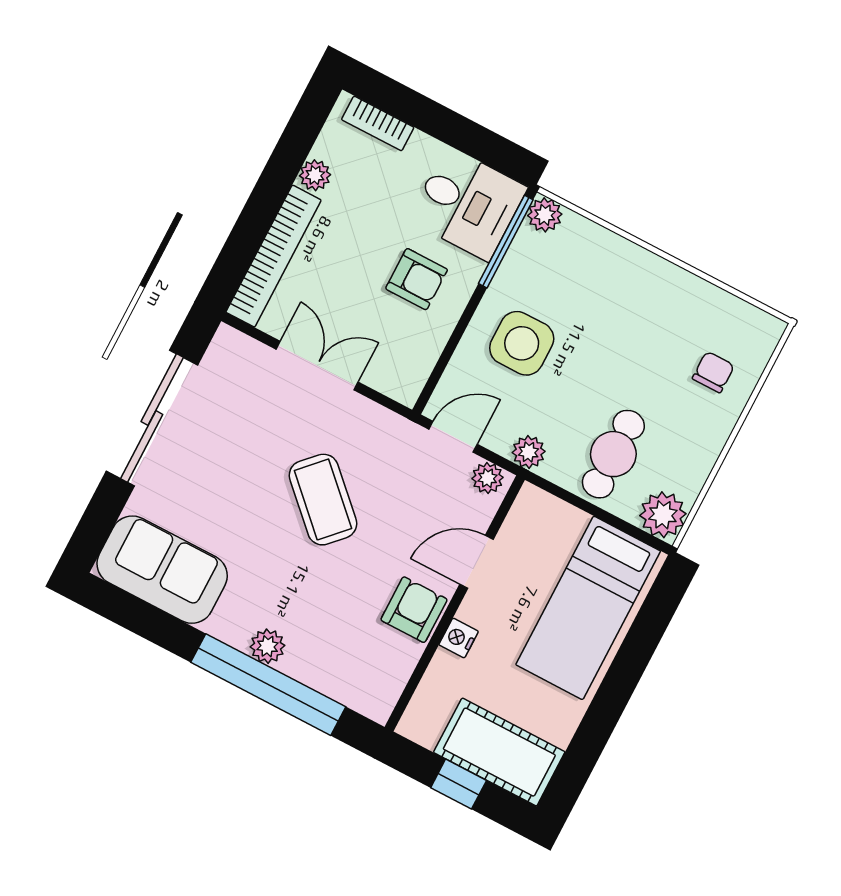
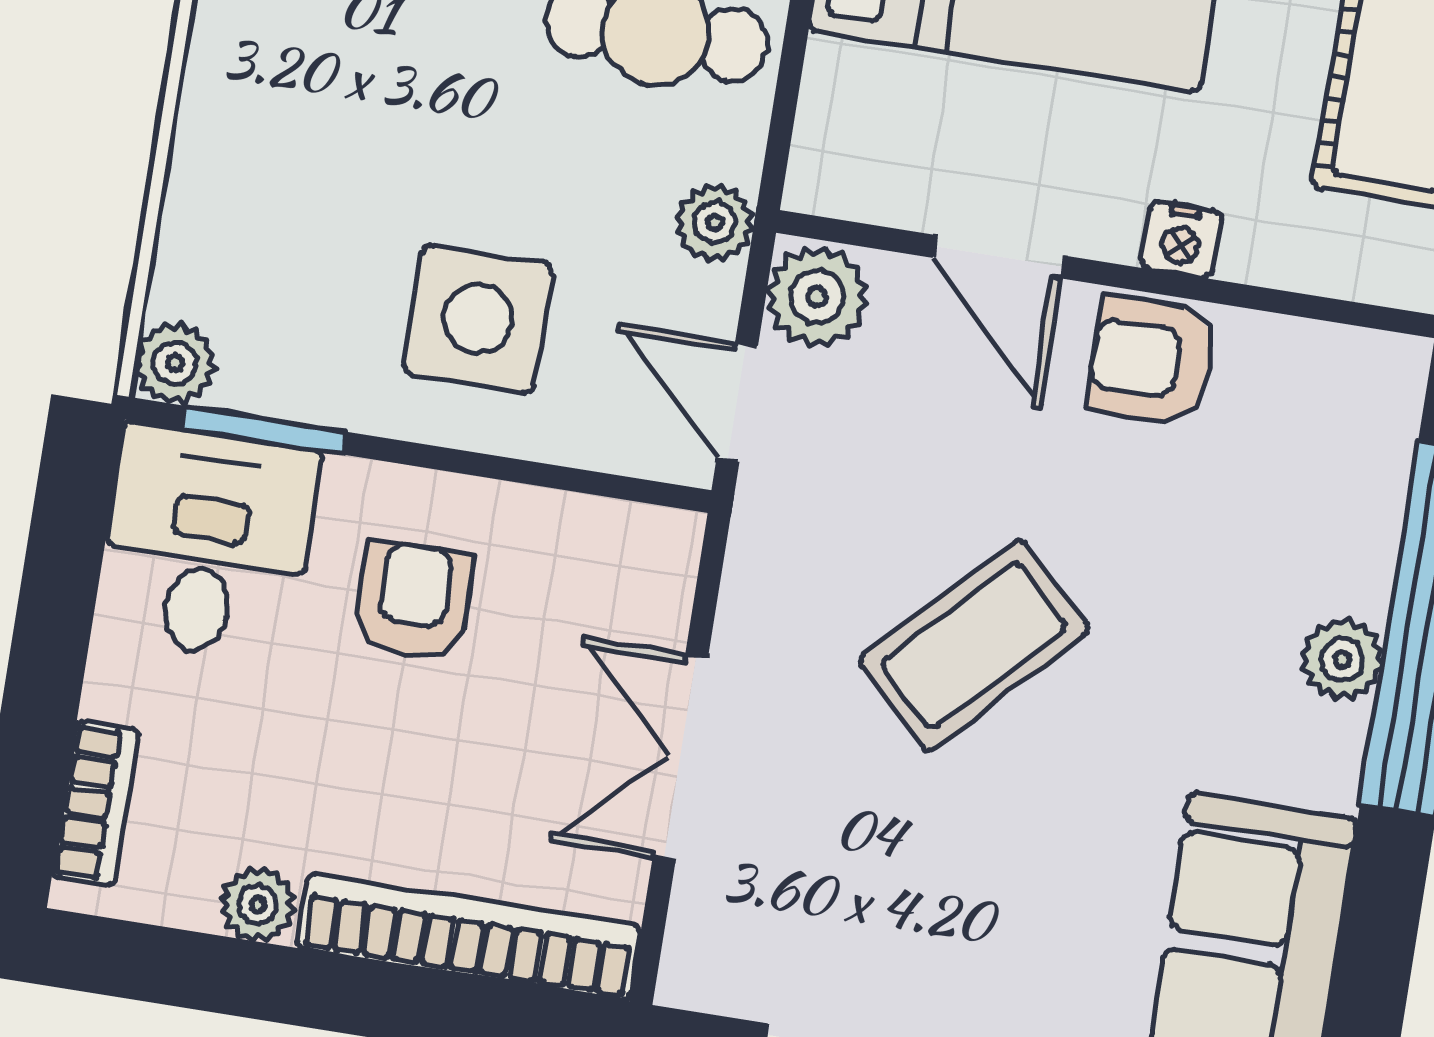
window: (506, 242) -> (264, 430), width x0.69
plant: (488, 478) -> (817, 297), width x1.38, depth x1.38

